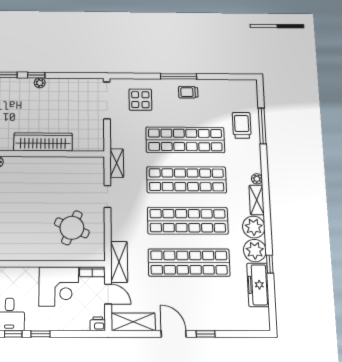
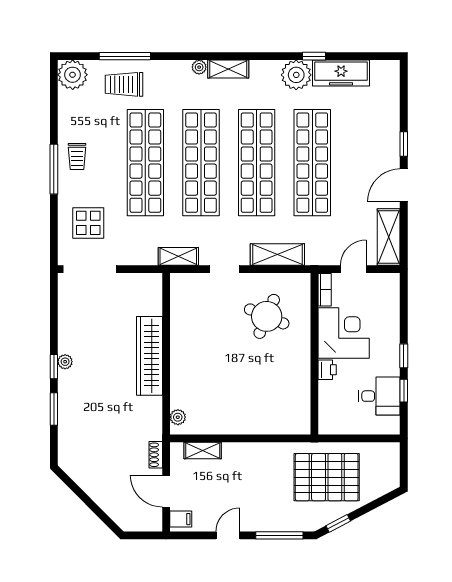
plant: (254, 227) -> (73, 75), moved
shelving: (119, 262) -> (277, 254), moved
printer: (98, 324) -> (327, 370), moved, turned 180

